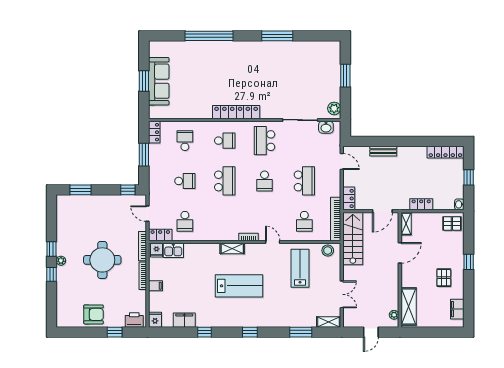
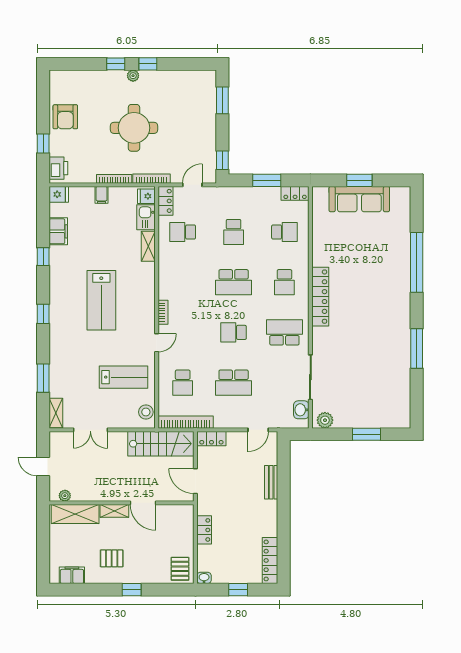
school desk: (304, 221) -> (183, 383), turned -90
shelving: (406, 224) -> (114, 511), moved
shelving: (232, 249) -> (148, 246), moved

